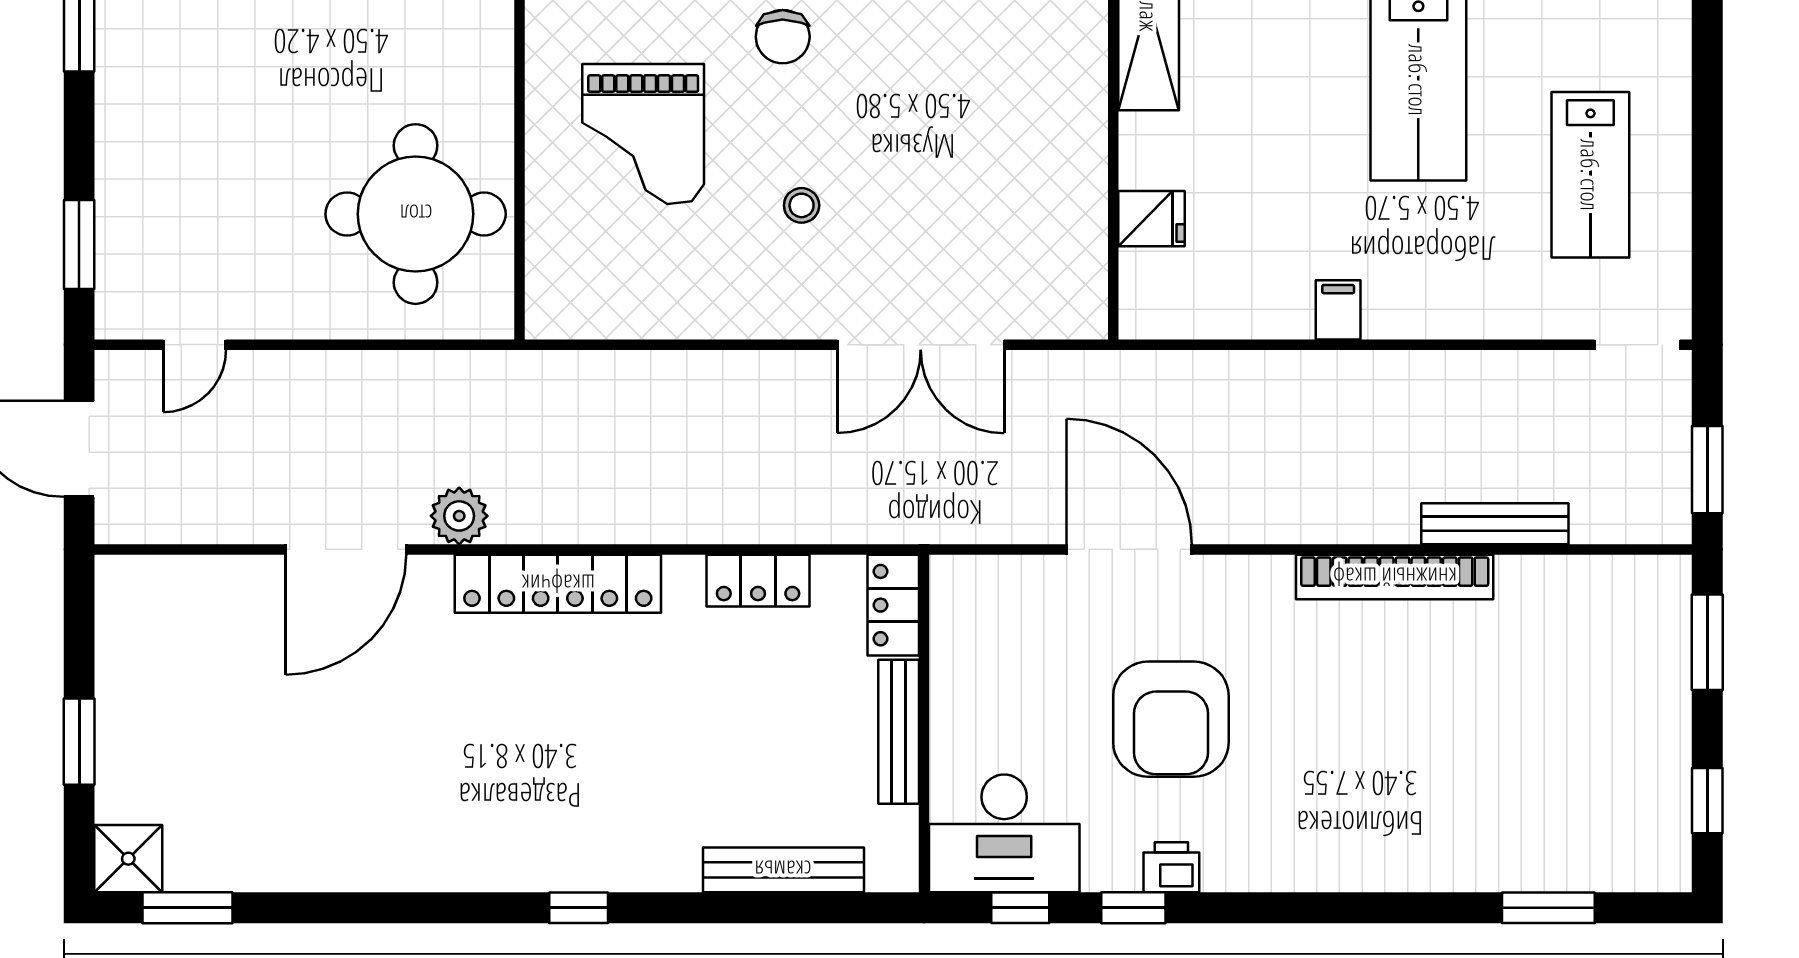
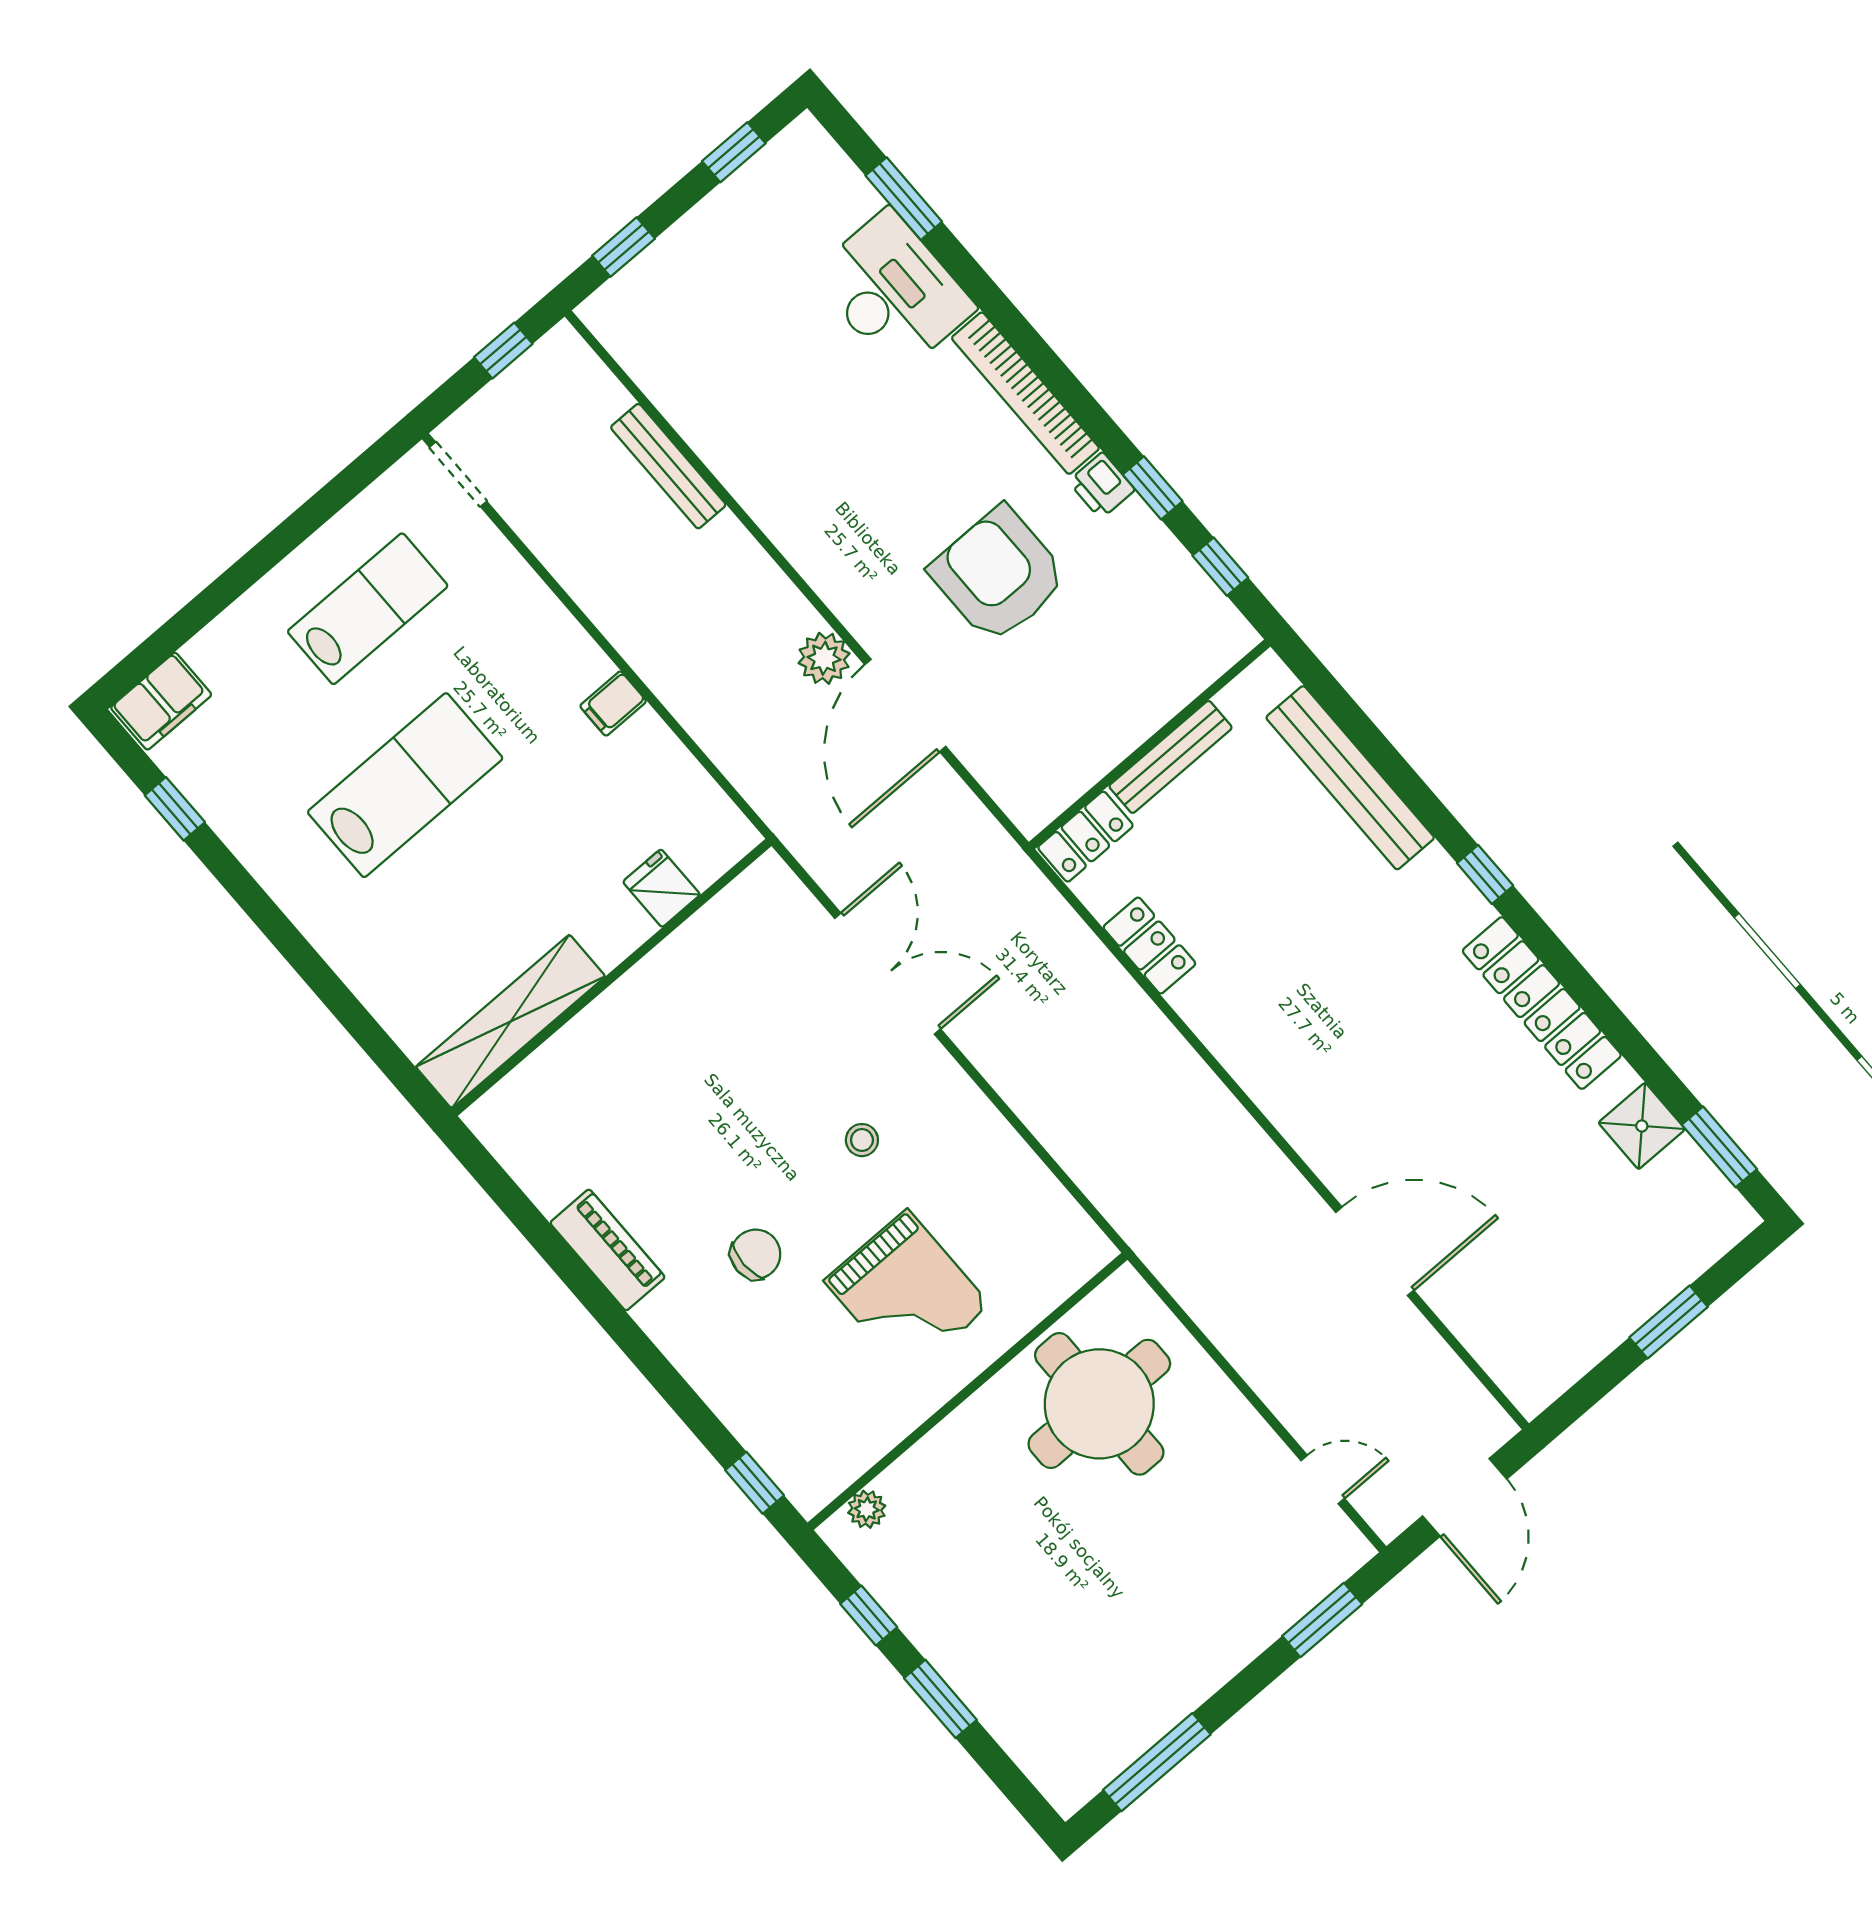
grand piano: (643, 134) -> (907, 1293), turned 90
window: (1707, 470) -> (503, 351), width x0.67
plant: (459, 516) -> (824, 658), moved
bookcase: (1395, 577) -> (1025, 393), moved, turned 180
locker: (558, 584) -> (1542, 1003), moved, turned 180
window: (1707, 642) -> (624, 247), width x0.67
armchair: (1171, 719) -> (998, 575), turned -90
desk: (1004, 833) -> (893, 291), moved
shower: (128, 859) -> (1642, 1126), moved
bench: (783, 870) -> (1350, 778), width x1.37, depth x1.21

